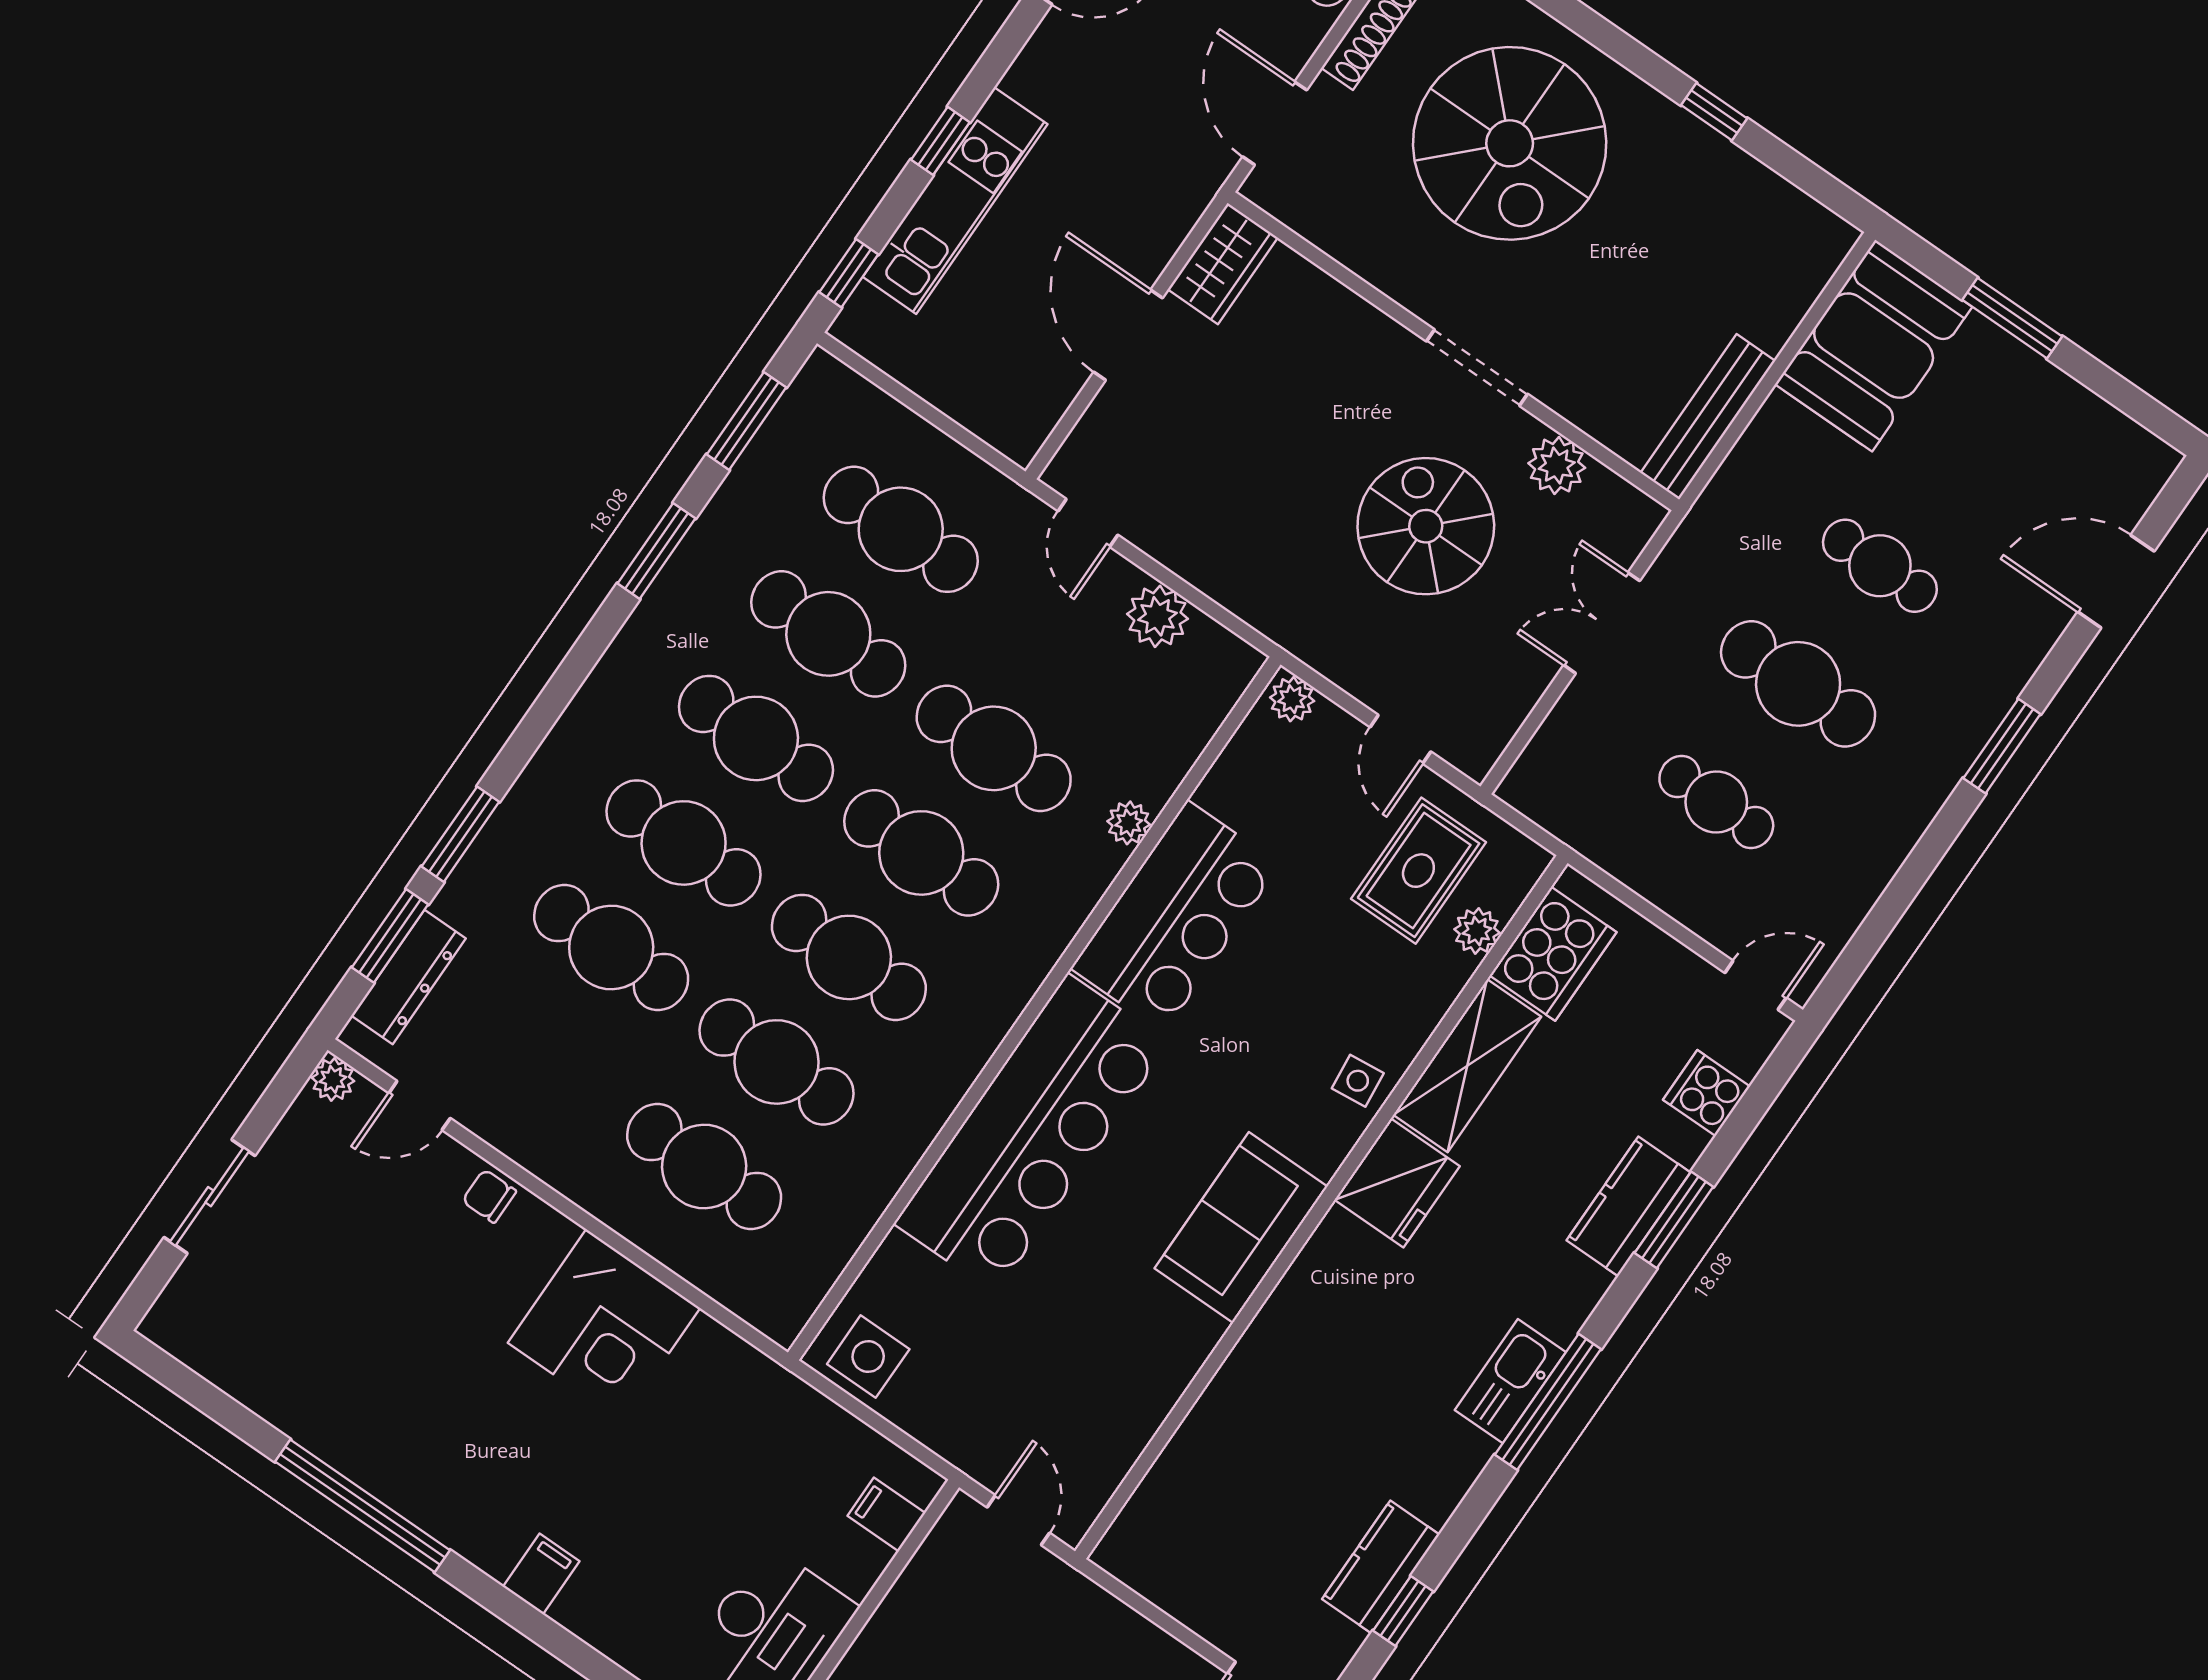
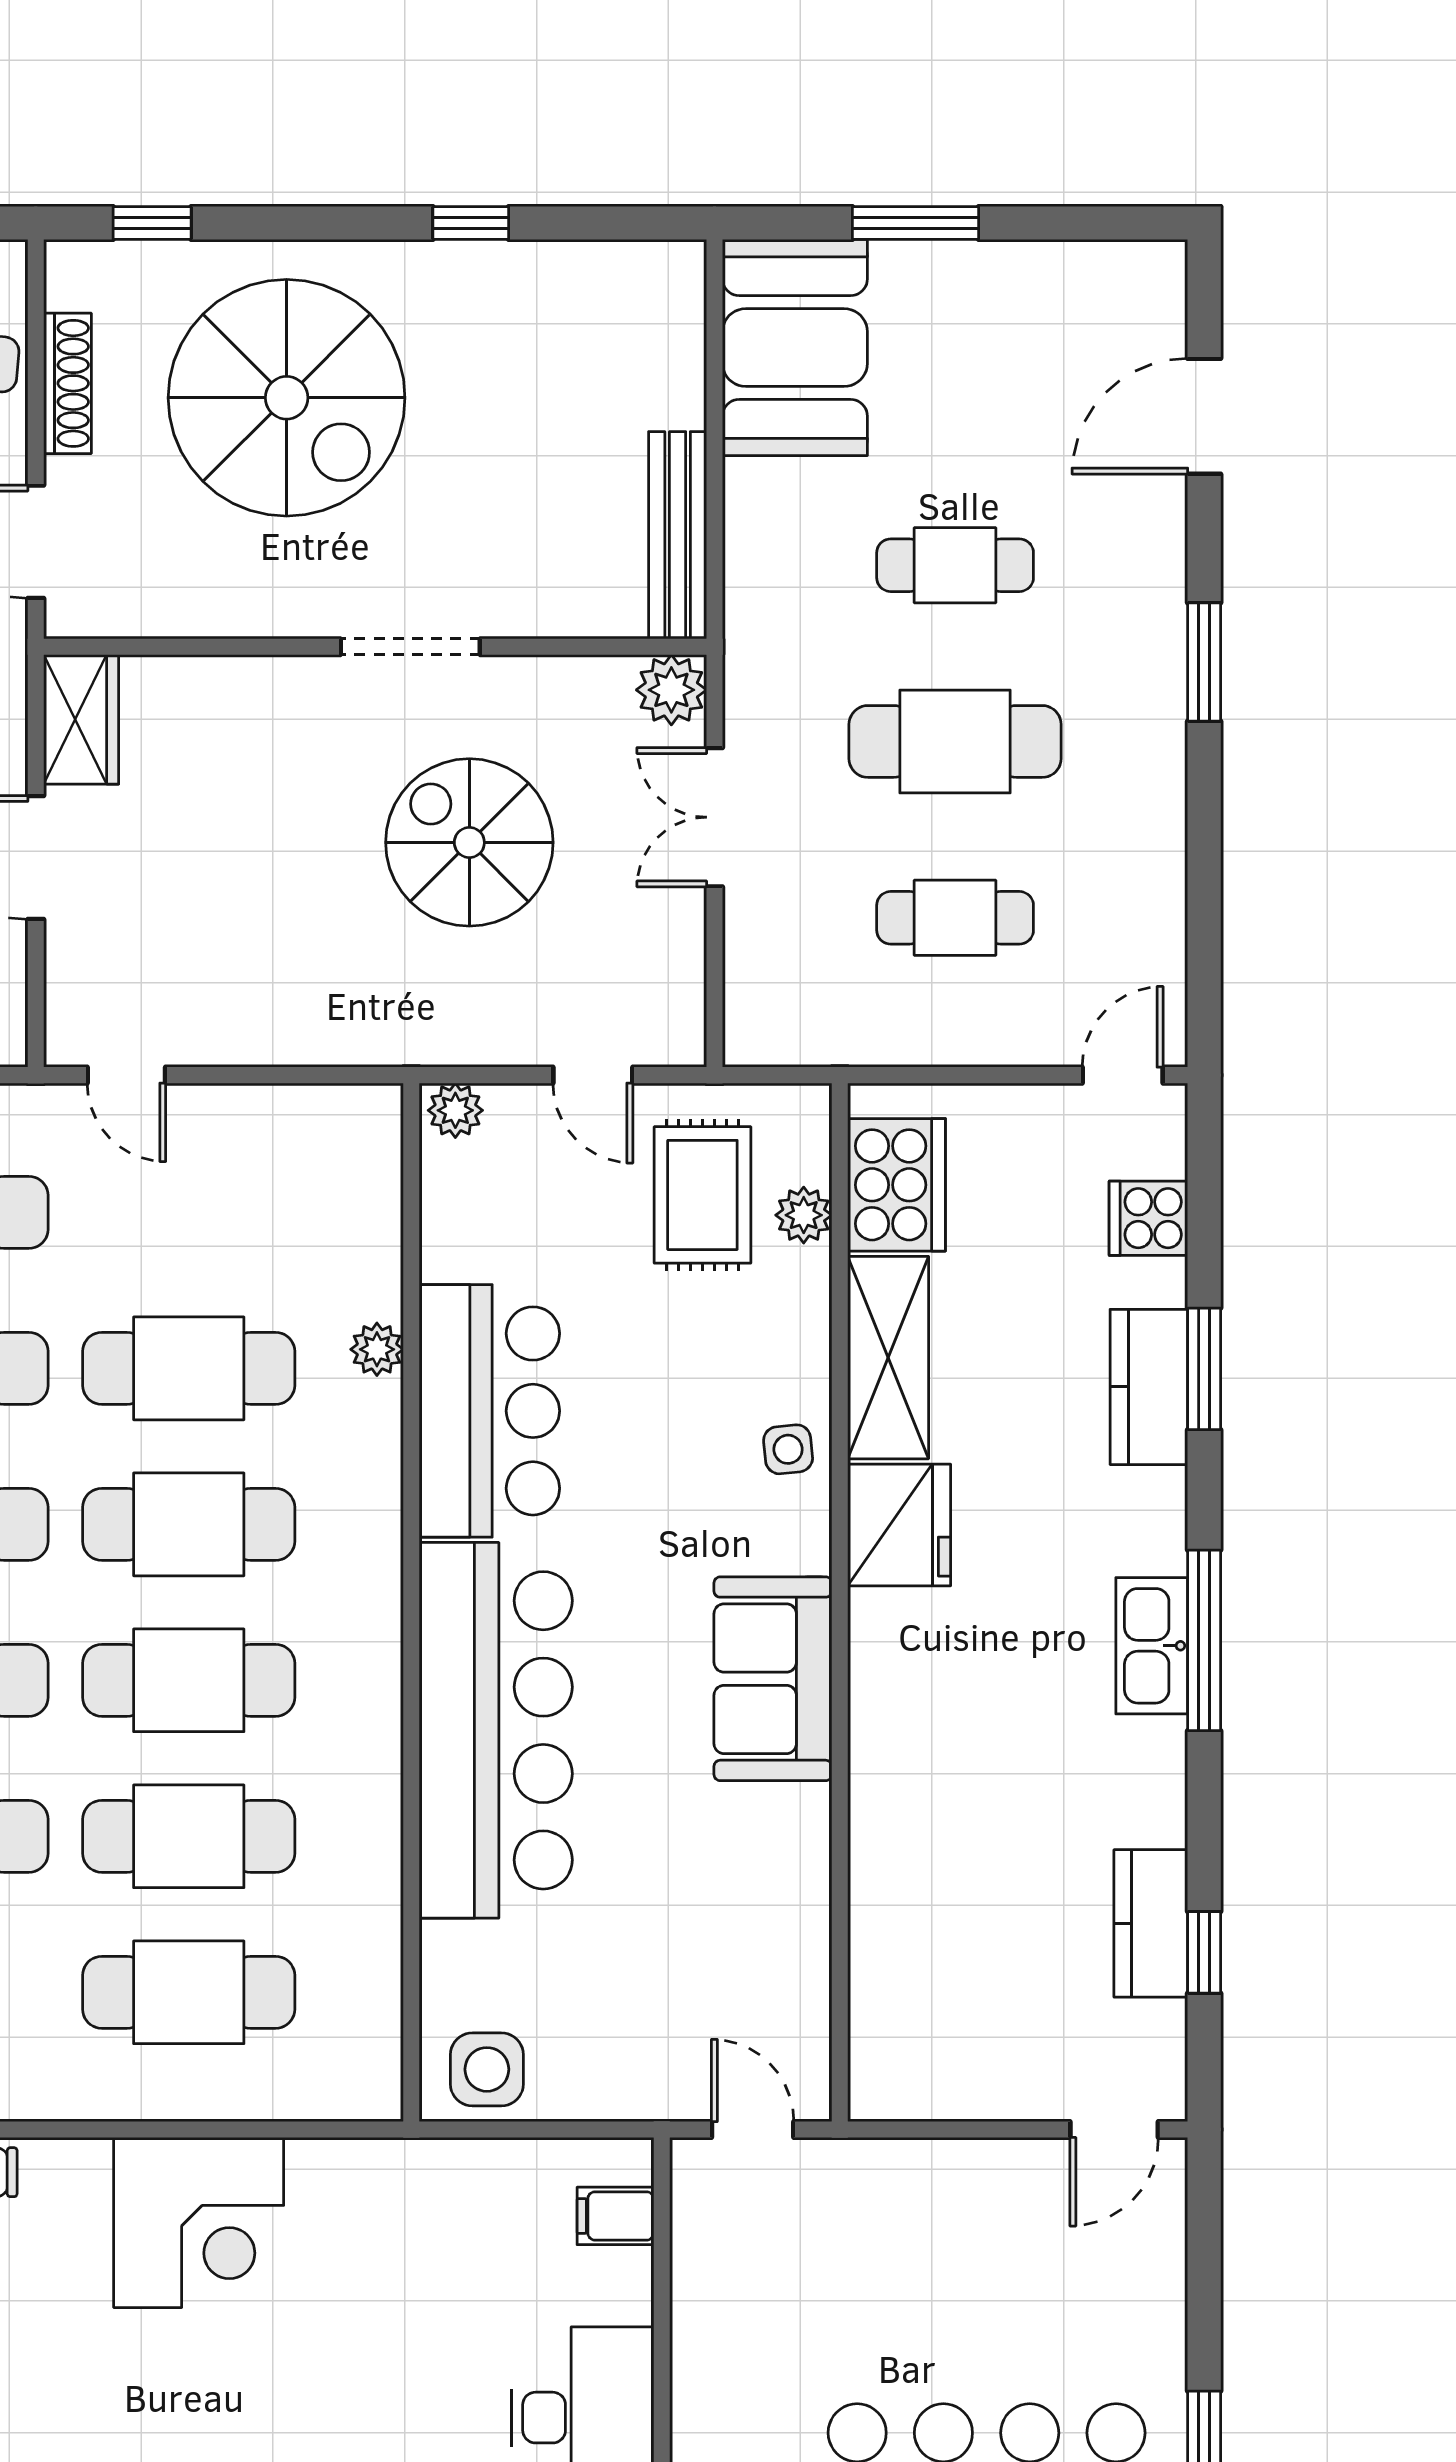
plant: (1557, 466) -> (671, 690), moved
plant: (1157, 616) -> (262, 1121), removed

